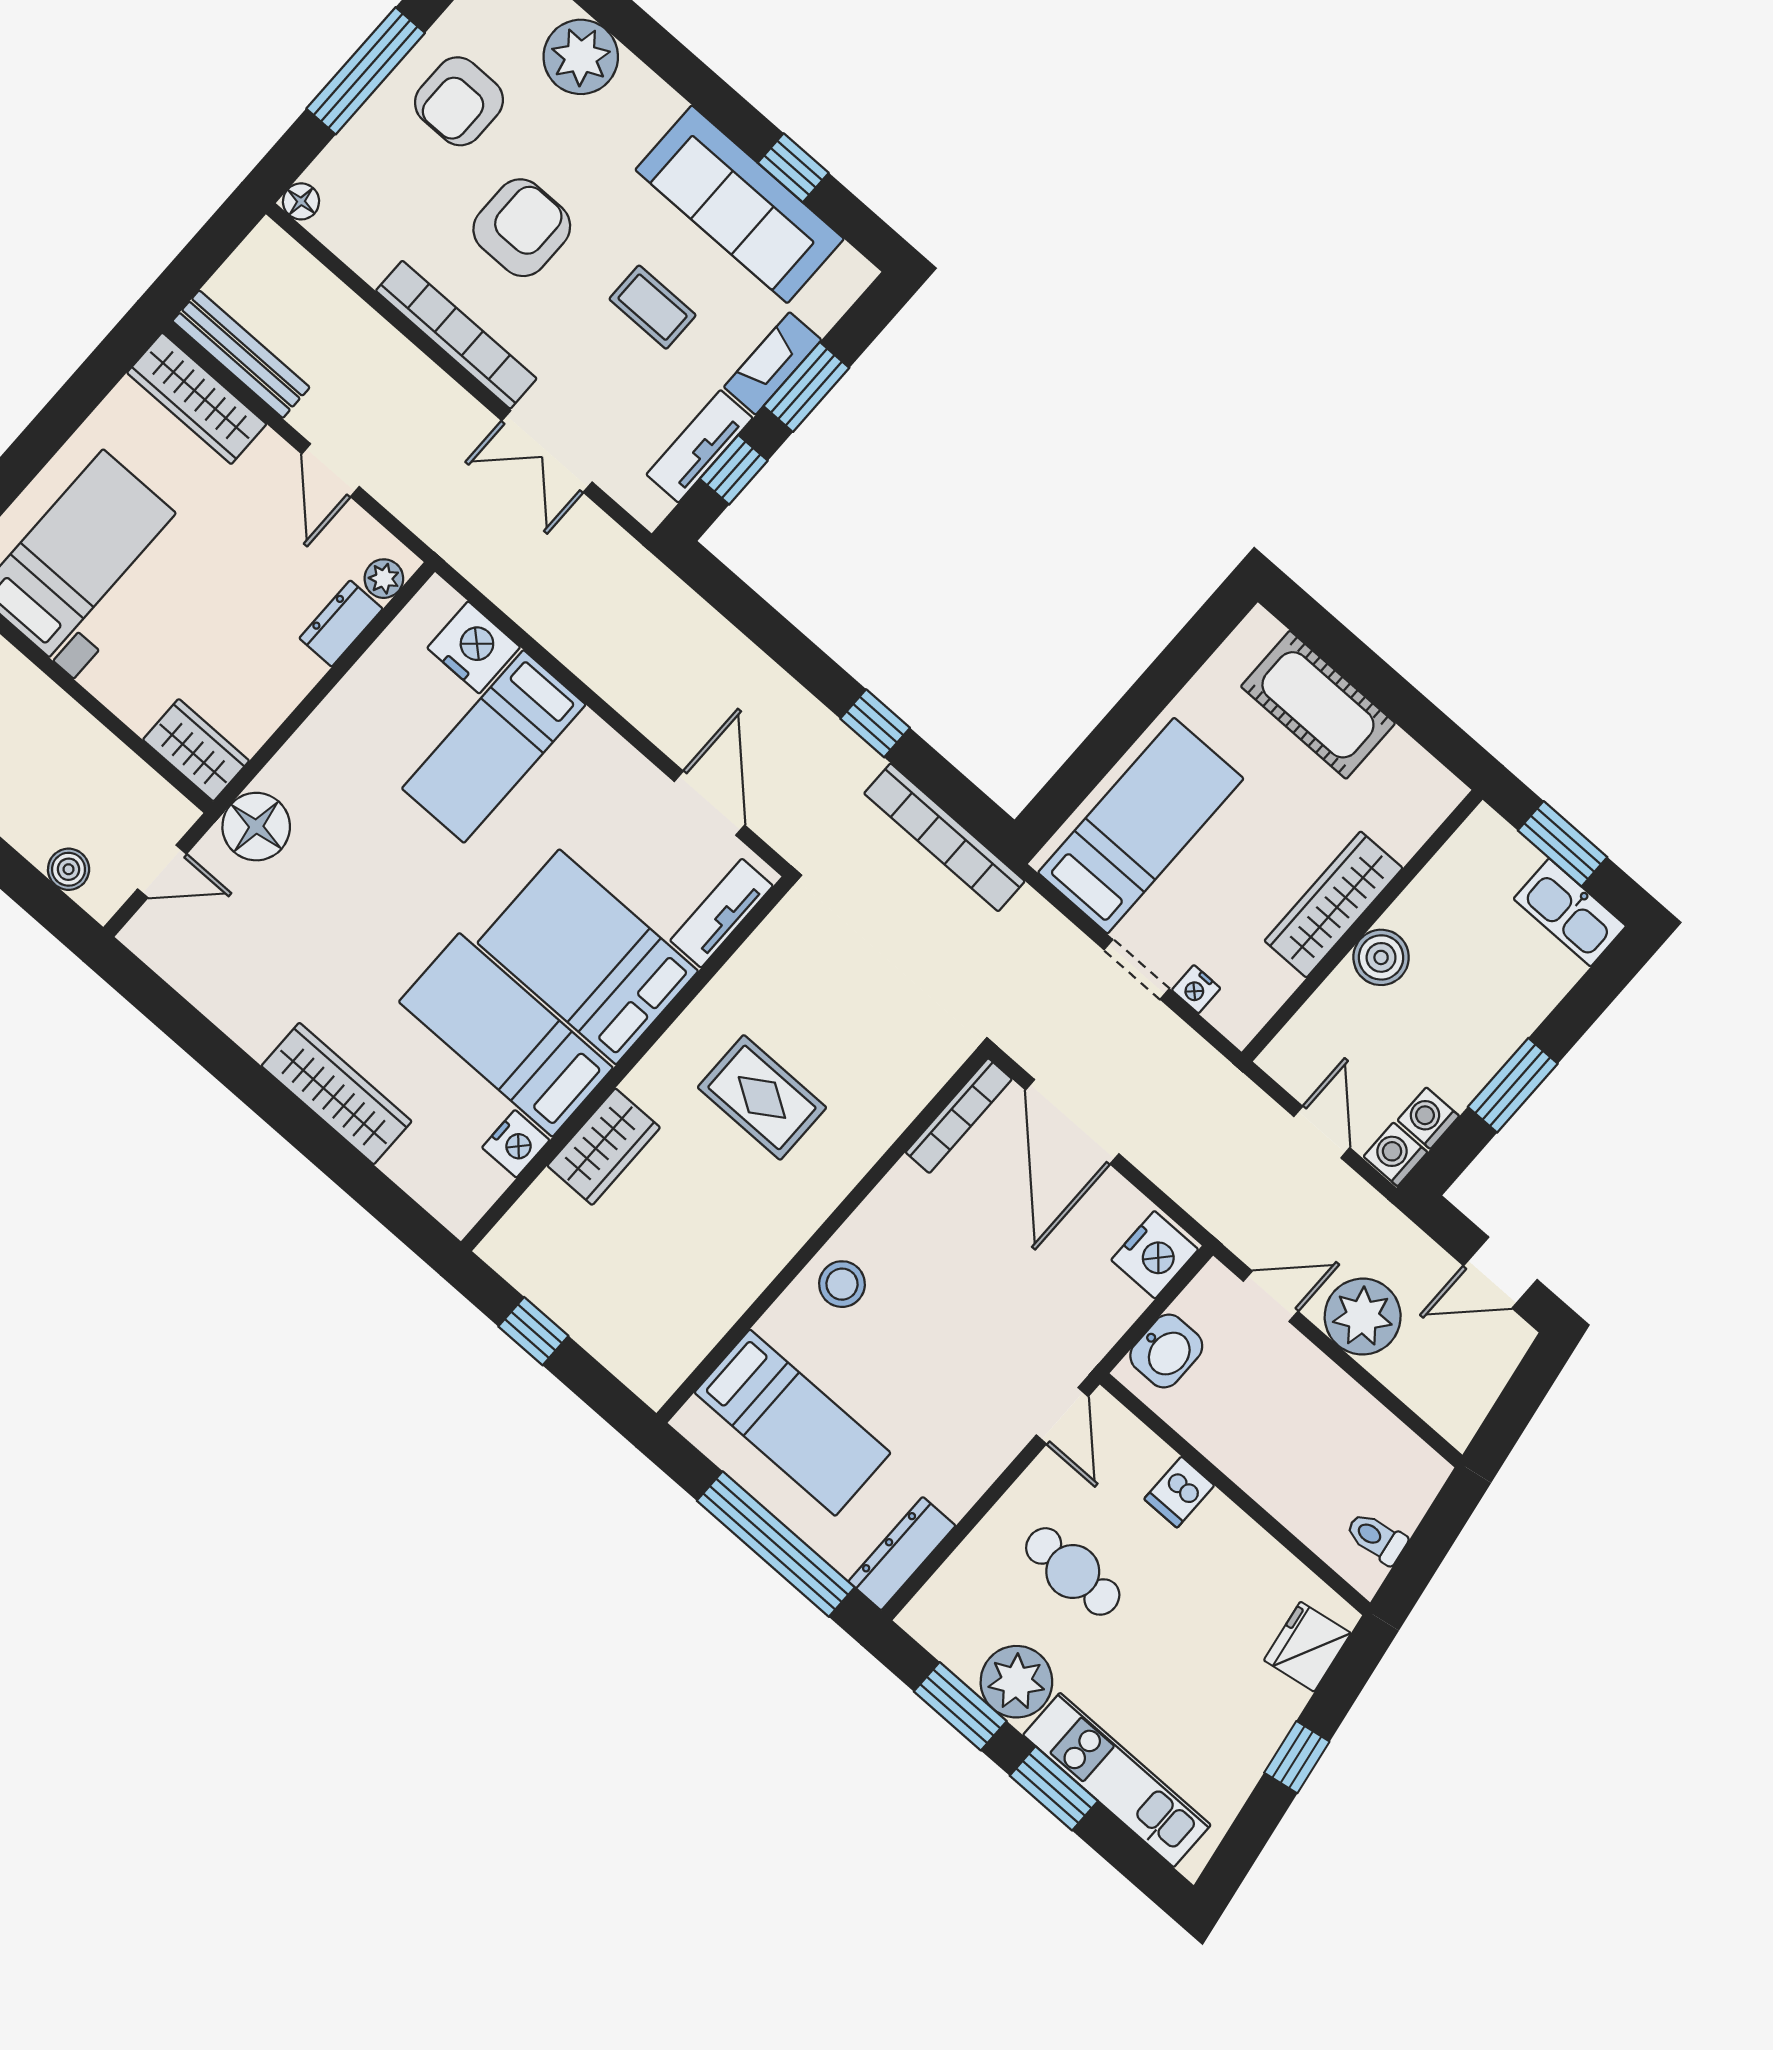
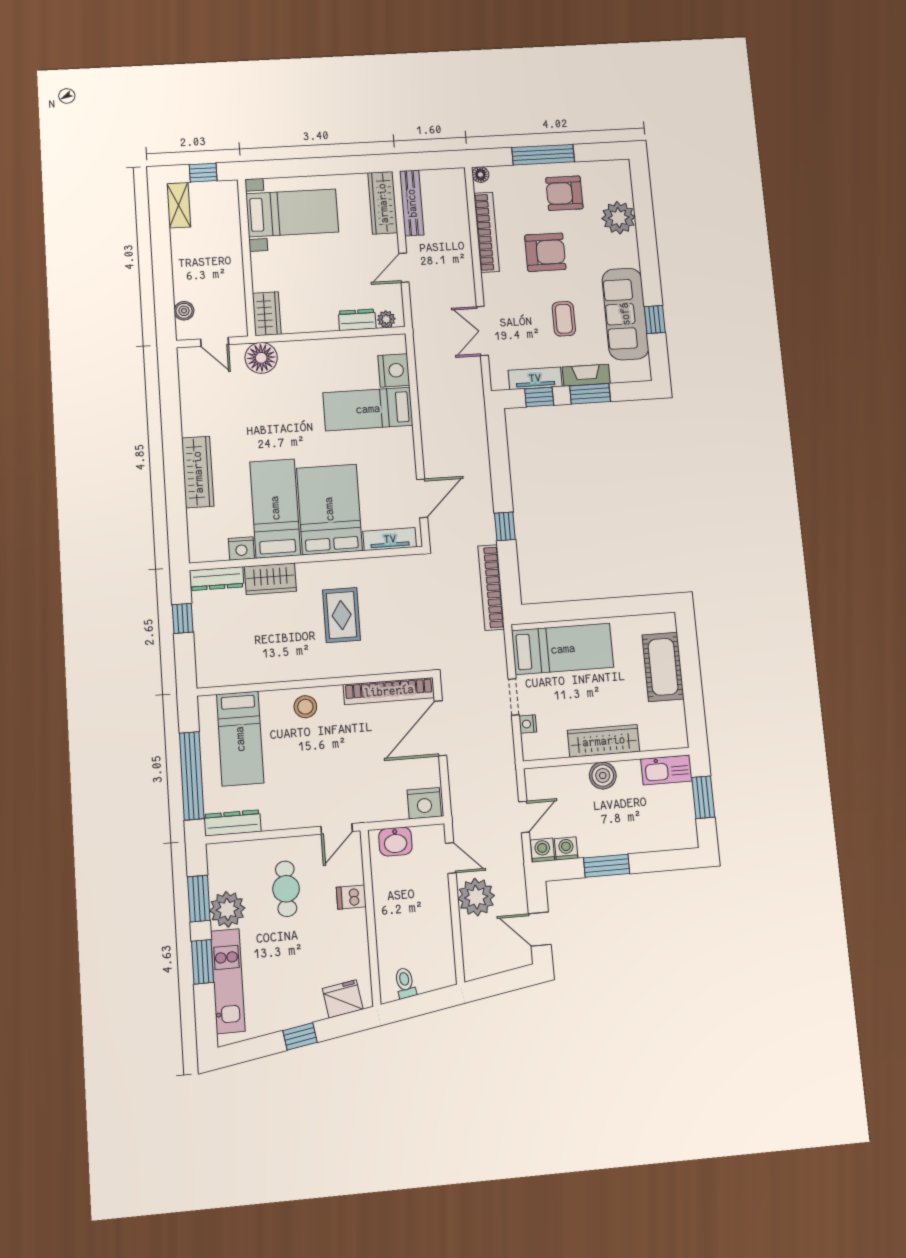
bookcase: (456, 335) -> (487, 232), moved
kitchen sink: (1570, 912) -> (666, 770), moved, turned -90
bookcase: (959, 1116) -> (389, 691), width x1.48, depth x1.31
dresser: (524, 1224) -> (217, 579), added

